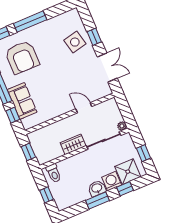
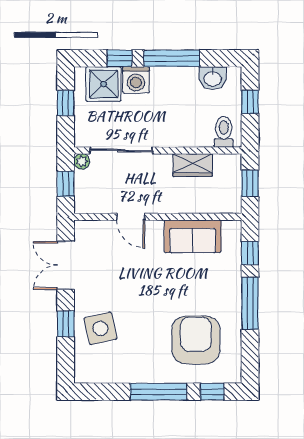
sofa: (22, 101) -> (193, 236), moved, turned -90
window: (125, 111) -> (66, 184), added
wardrobe: (73, 144) -> (193, 165), moved
washbasin: (97, 188) -> (213, 78), moved
window: (97, 200) -> (172, 58), width x1.44

